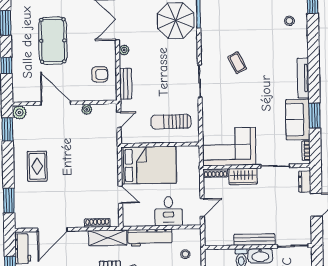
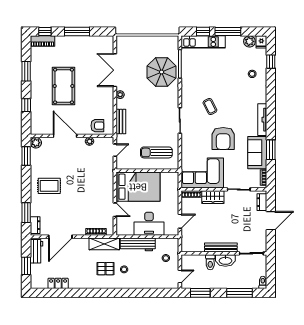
armchair: (100, 74) -> (97, 126), moved
armchair: (254, 103) -> (223, 138), added
rug: (37, 166) -> (49, 186), turned 90
desk: (168, 211) -> (149, 224), width x1.37
dresser: (20, 216) -> (35, 225), added

